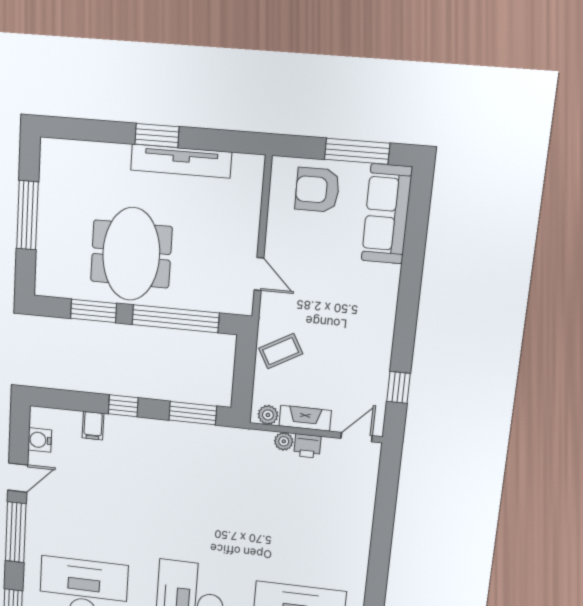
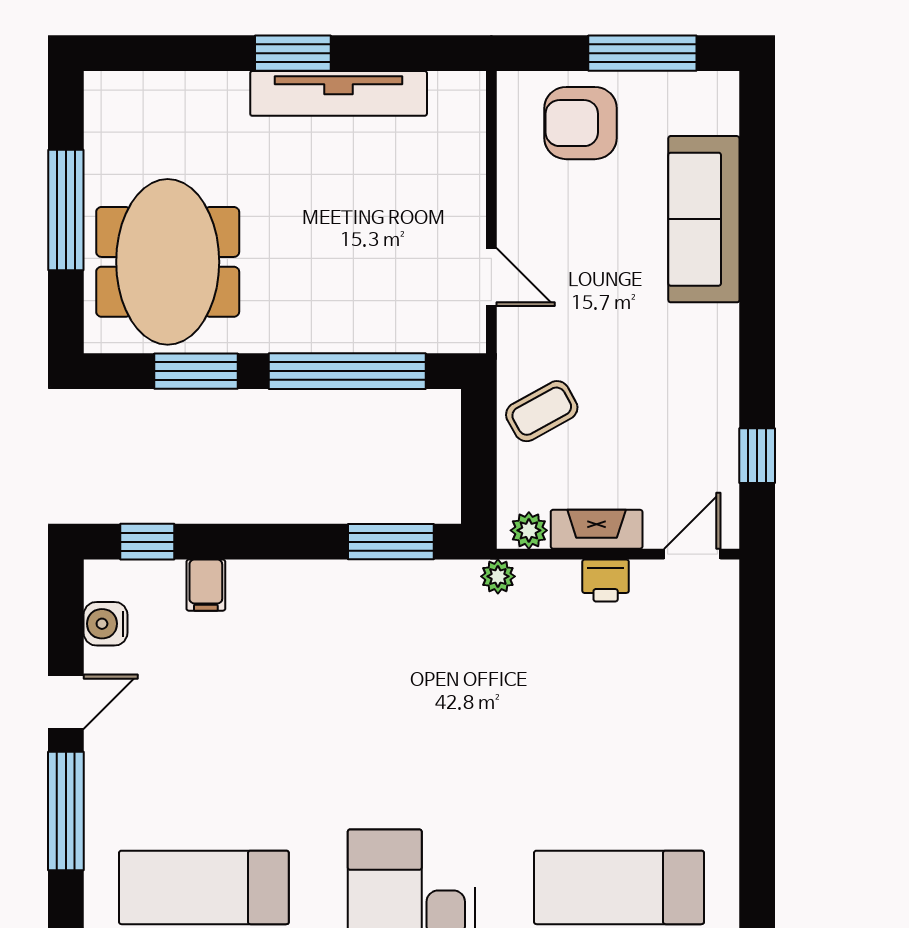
sofa: (387, 214) -> (704, 219), moved
meeting table: (131, 254) -> (168, 262), moved
window: (123, 406) -> (147, 542), moved
plant: (284, 441) -> (498, 576), moved

